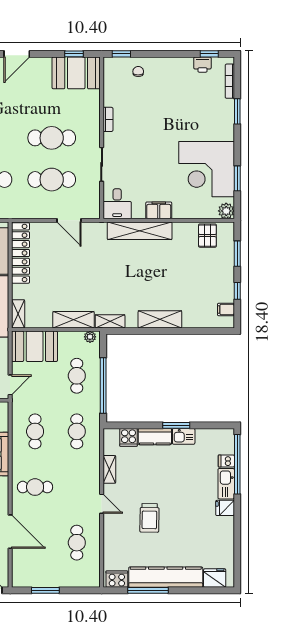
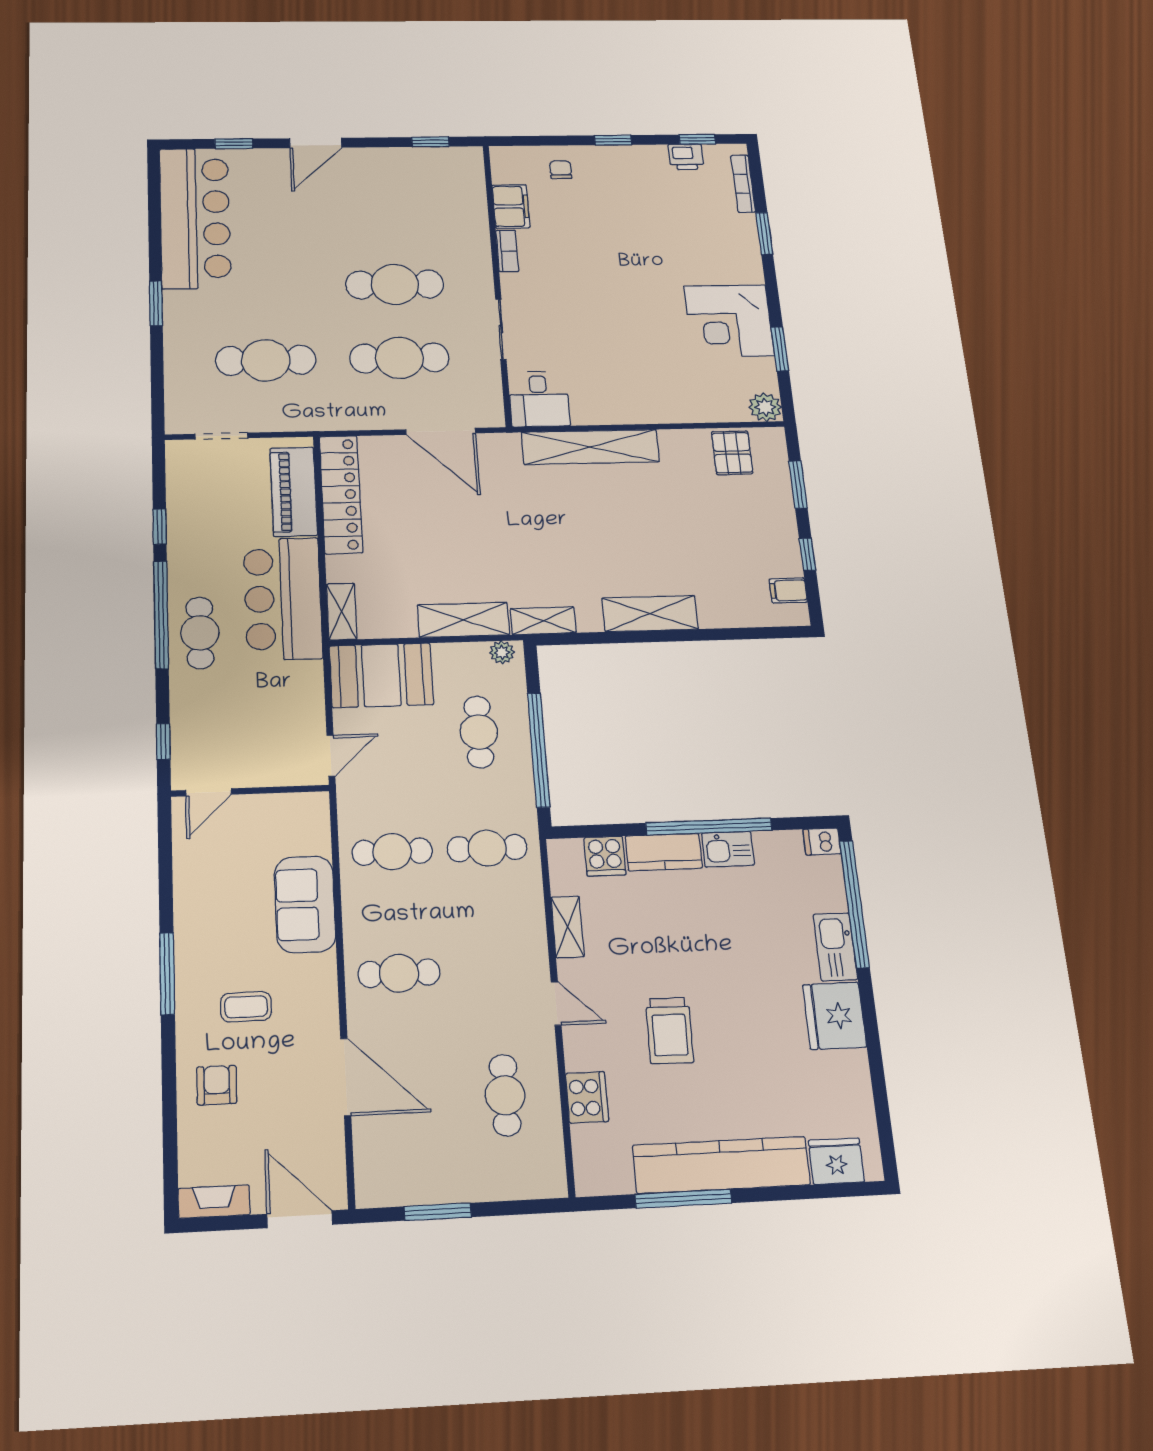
window: (121, 54) -> (613, 140), moved
booth: (76, 73) -> (437, 173), removed
corner desk: (207, 169) -> (729, 321), width x0.74, depth x0.74
filing cabinet: (159, 210) -> (511, 206), moved, turned 90
door: (69, 220) -> (441, 431), width x1.36
window: (176, 425) -> (709, 827), width x2.11
cafe table: (35, 431) -> (392, 852), turned 90
cafe table: (77, 431) -> (487, 848), turned 90
dishwasher: (226, 461) -> (822, 841), moved
fridge: (225, 508) -> (835, 1016), width x1.88, depth x1.34
cooker: (117, 579) -> (587, 1097), moved, turned 90

